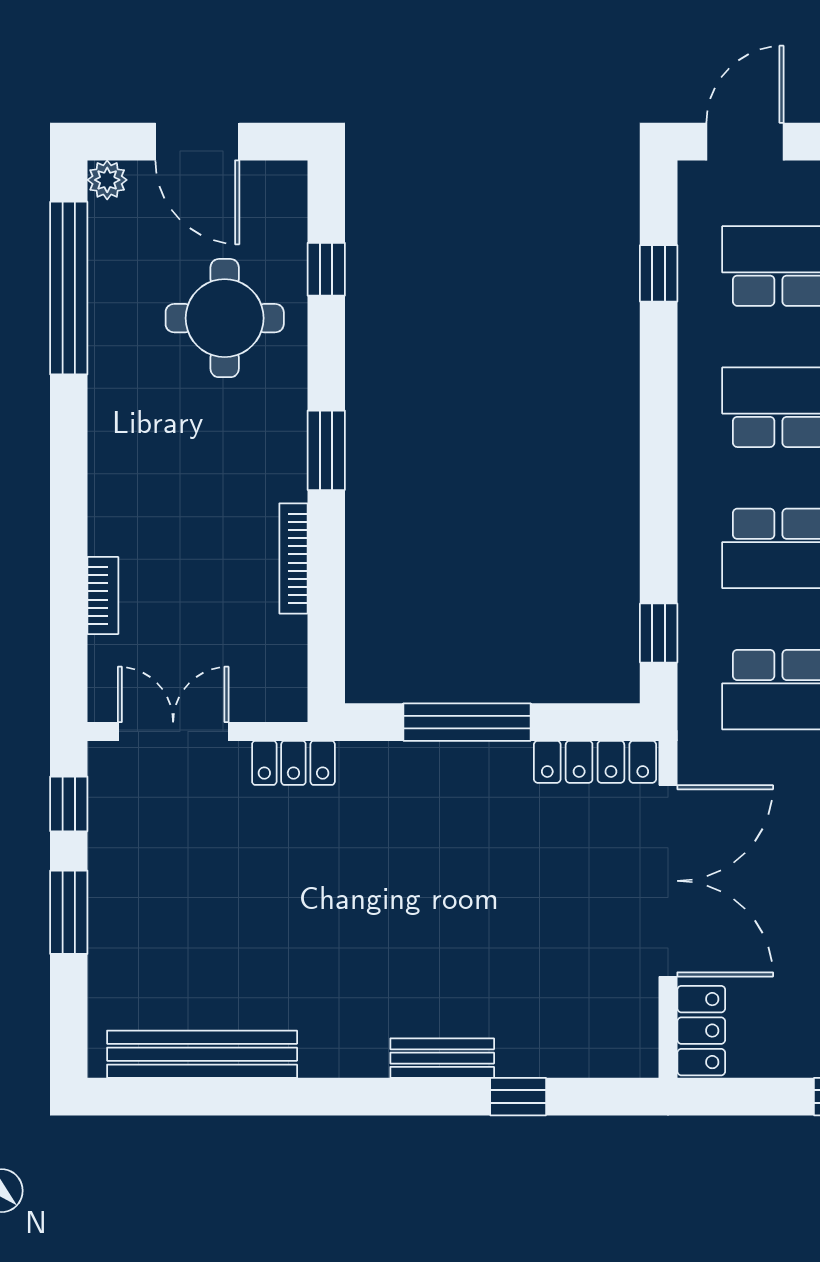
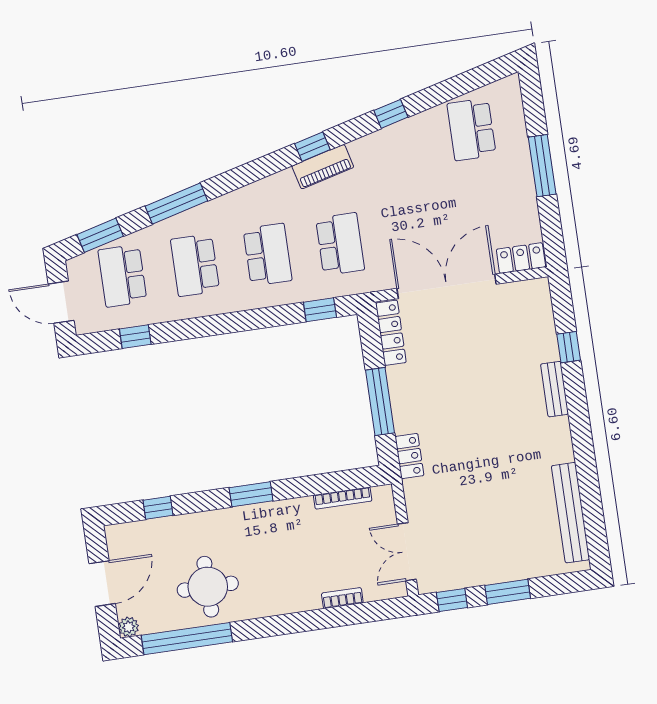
round table: (225, 318) -> (208, 587), moved
bookcase: (293, 558) -> (343, 498), moved
locker: (293, 763) -> (409, 456), moved

